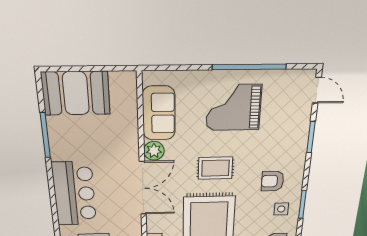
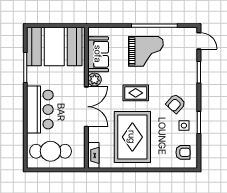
booth: (76, 93) -> (54, 46), width x1.36, depth x1.42
grand piano: (234, 108) -> (146, 51), turned 180
armchair: (273, 181) -> (176, 104), turned -48

